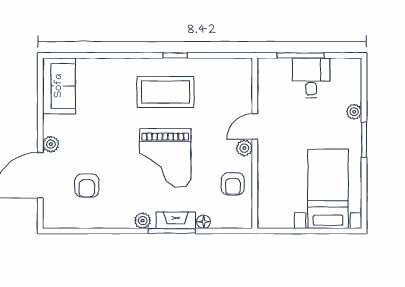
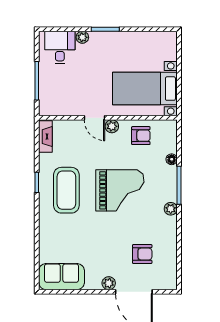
desk: (311, 78) -> (60, 47), moved, turned 90
bed with nightstands: (328, 189) -> (145, 89), moved
fireplace: (176, 220) -> (45, 137), moved, turned 180

